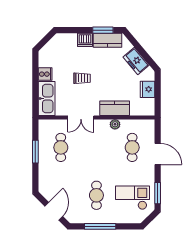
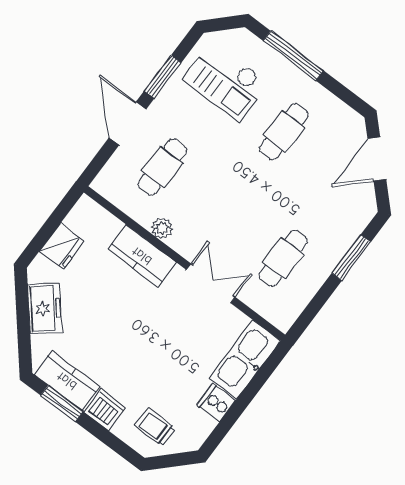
trolley: (82, 78) -> (155, 427), moved
window: (35, 152) -> (351, 258), moved
window: (158, 193) -> (163, 77), moved
window: (100, 226) -> (293, 56), moved

